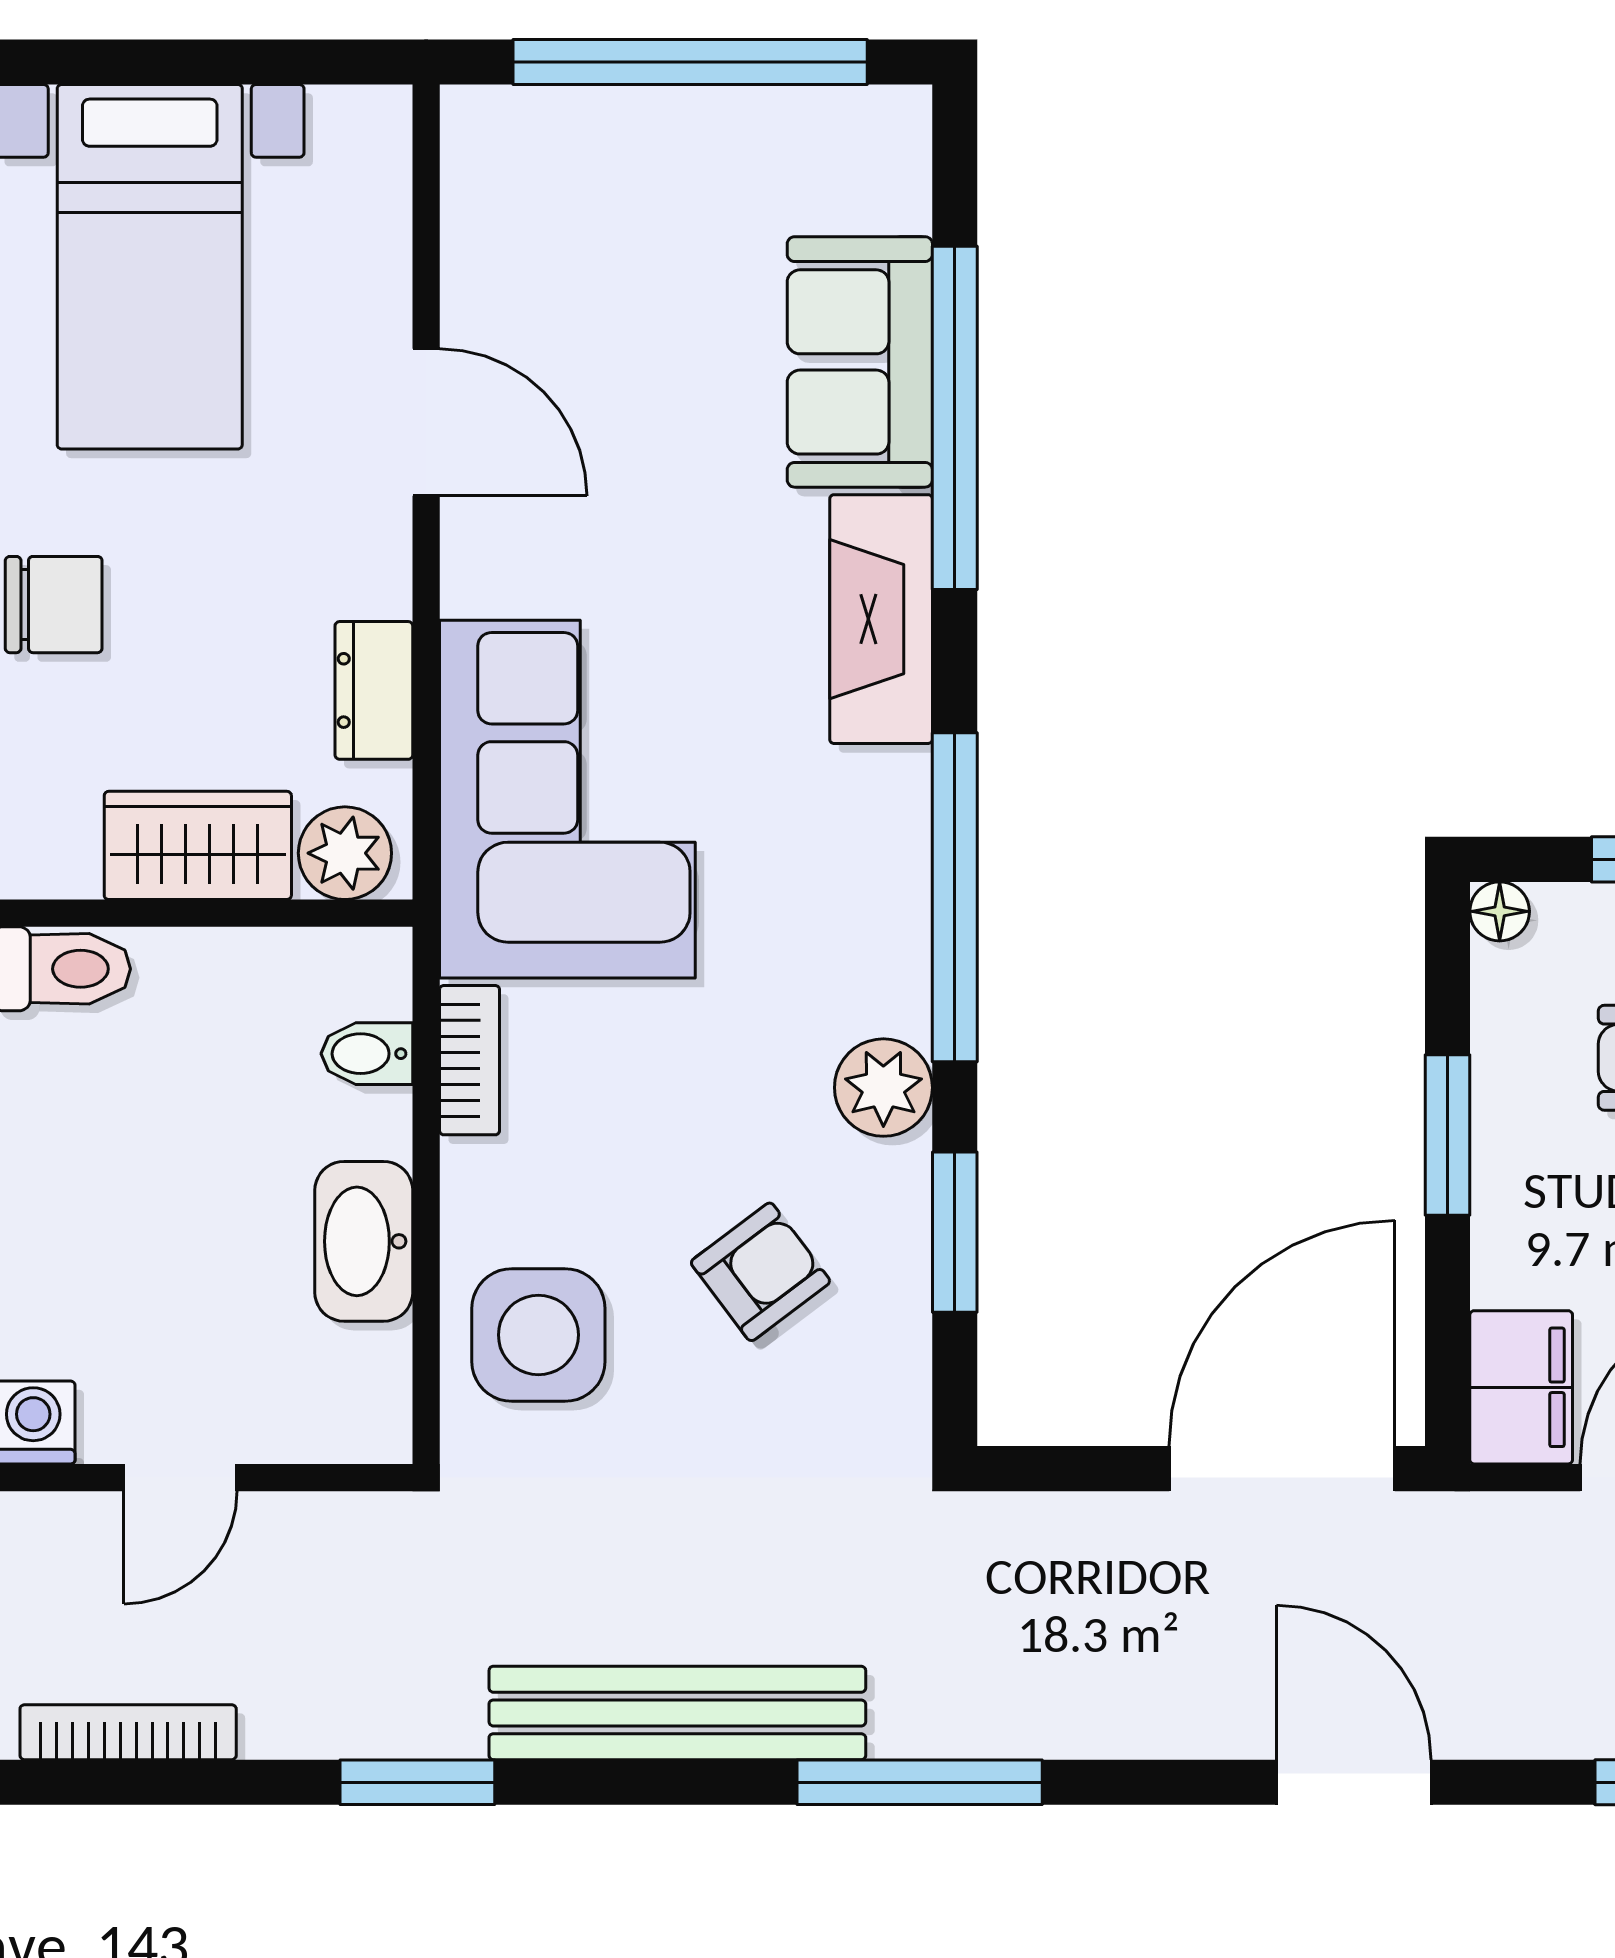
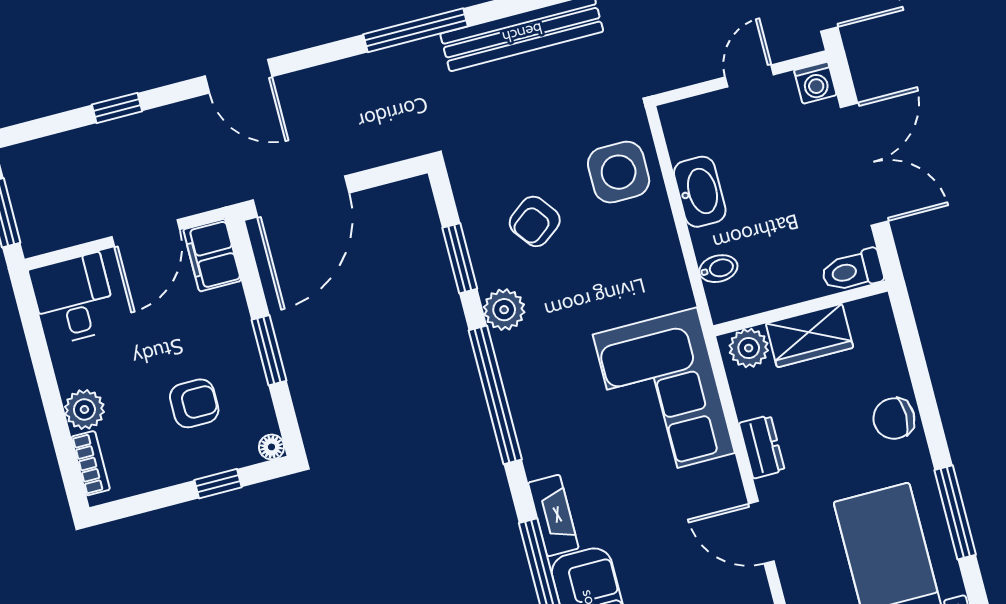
fireplace: (881, 619) -> (553, 516), width x0.73, depth x0.76
dresser: (374, 690) -> (762, 447), moved
bookcase: (469, 1060) -> (676, 277), removed

